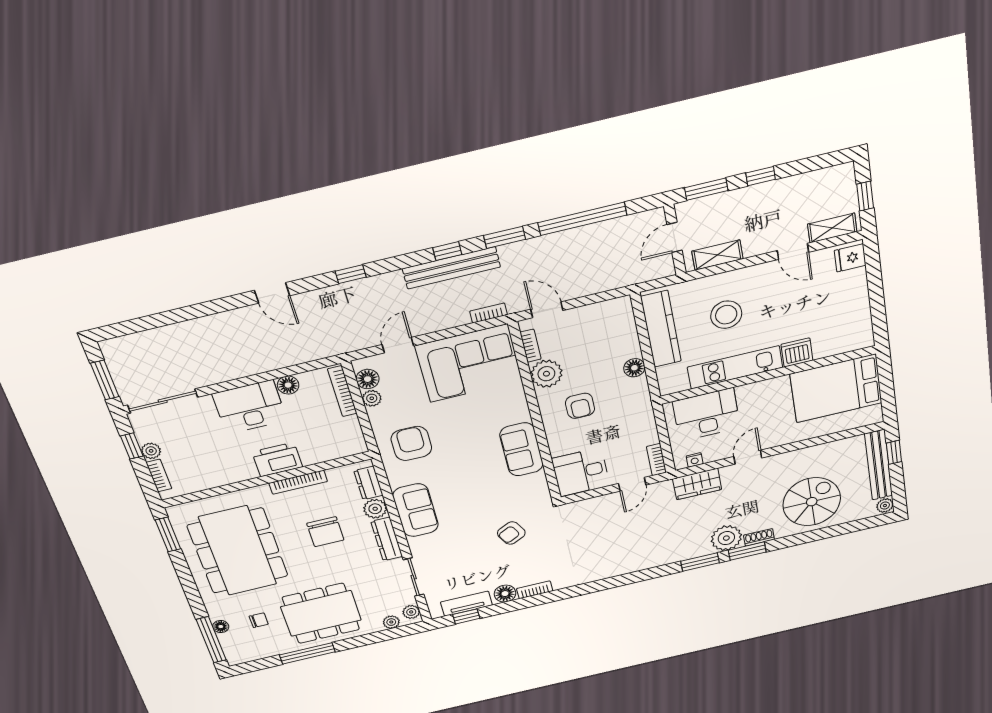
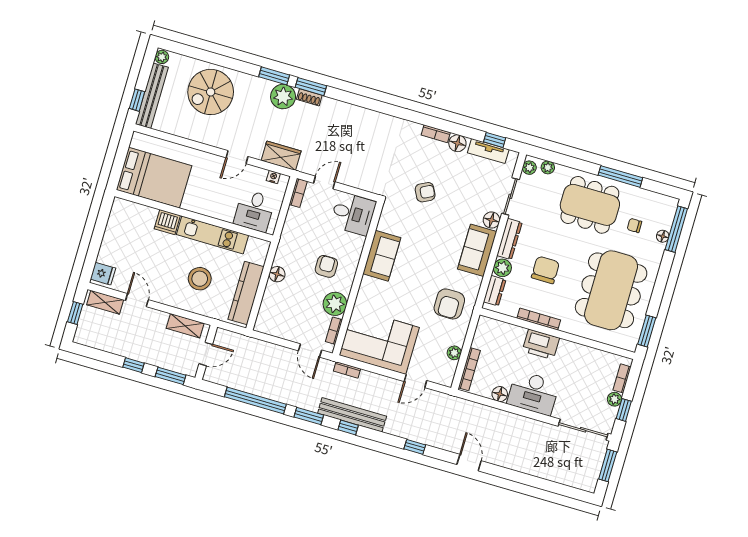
floor lamp: (368, 379) -> (491, 220), moved
desk: (706, 415) -> (254, 211), width x0.73
shoe rack: (759, 537) -> (309, 97), moved

